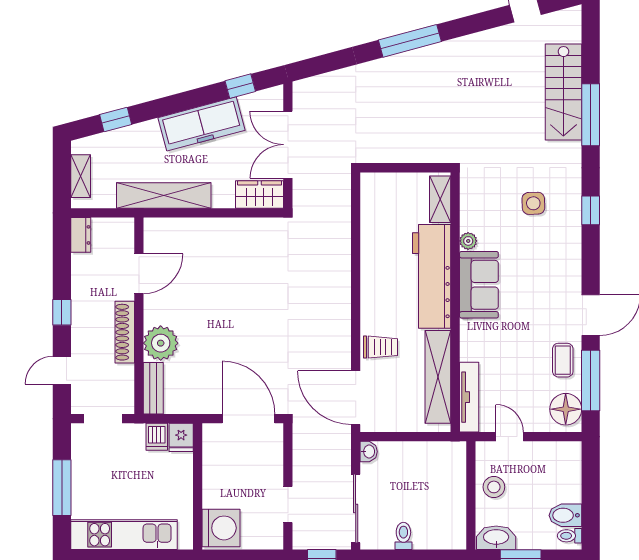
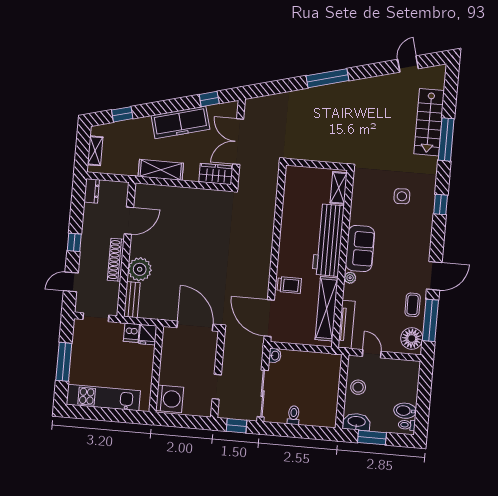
shelving: (164, 196) -> (161, 170), width x0.68
plant: (468, 241) -> (350, 278), moved

